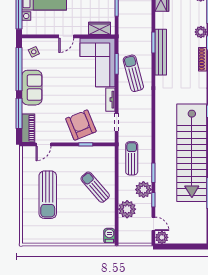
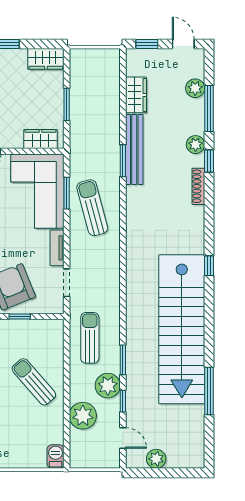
bench: (161, 52) -> (134, 150), moved
plant: (162, 237) -> (156, 459), moved

